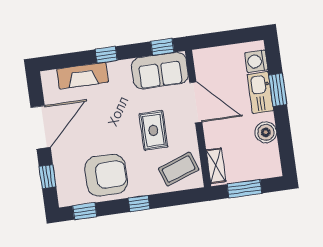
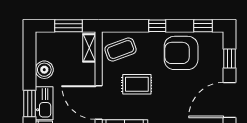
rug: (153, 130) -> (137, 84), turned 90

